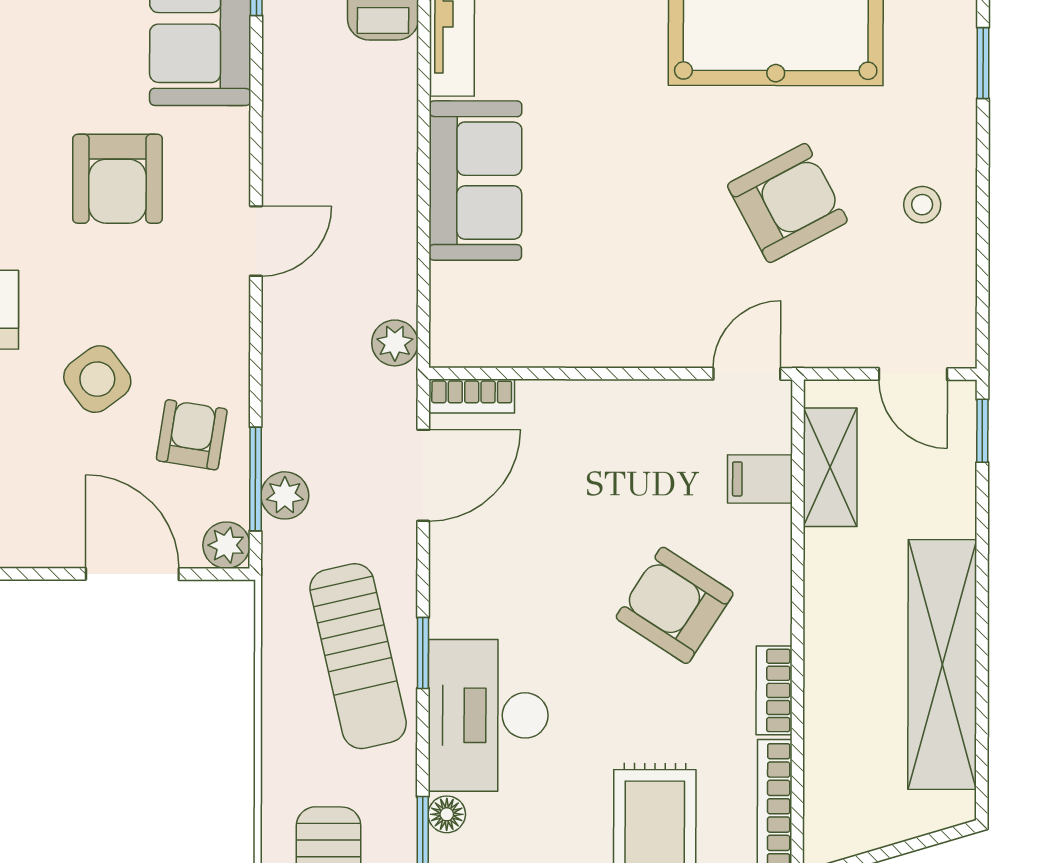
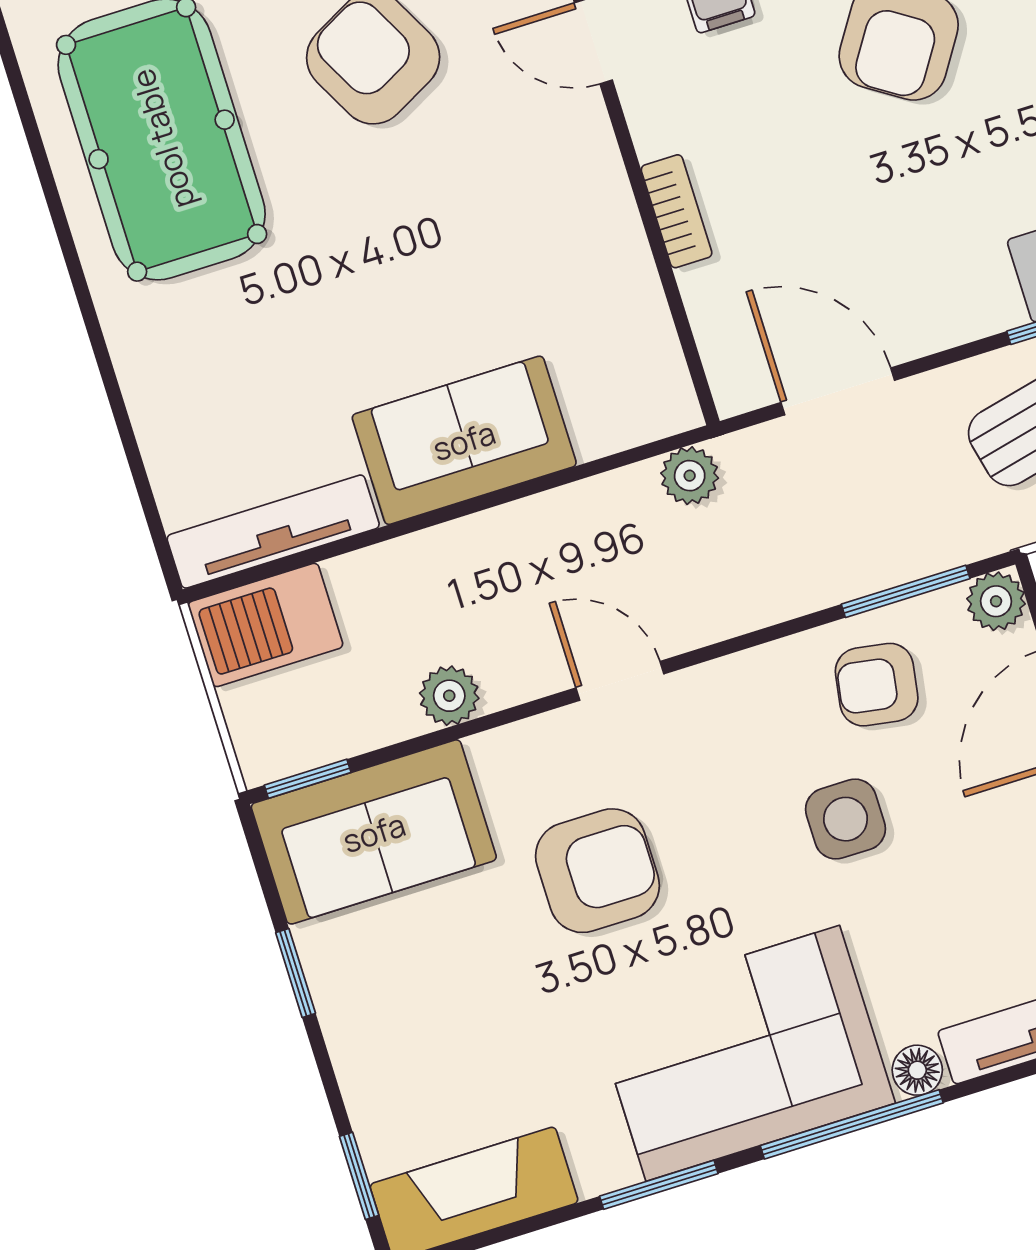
side table: (97, 379) -> (846, 819), turned 37
bookcase: (472, 396) -> (677, 211), moved
plant: (285, 495) -> (449, 696), moved

